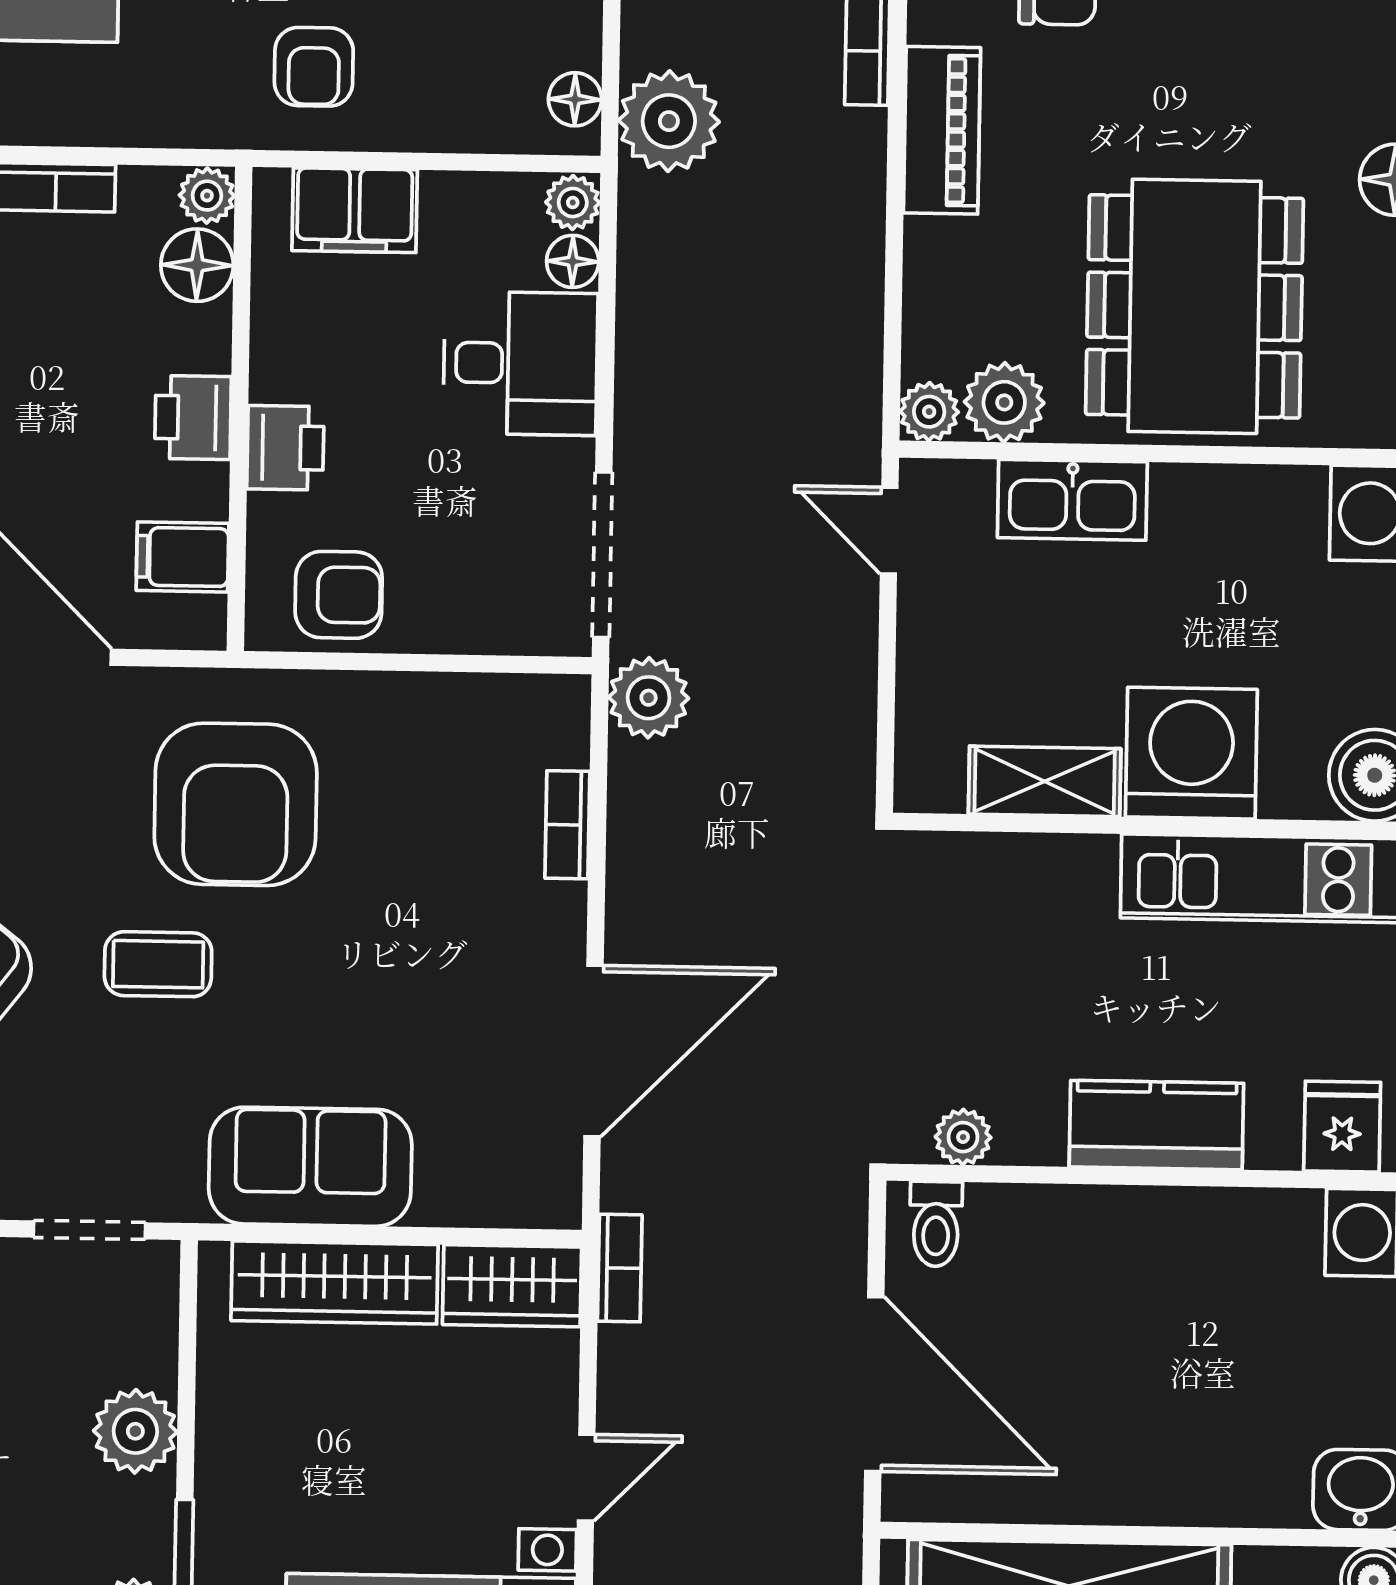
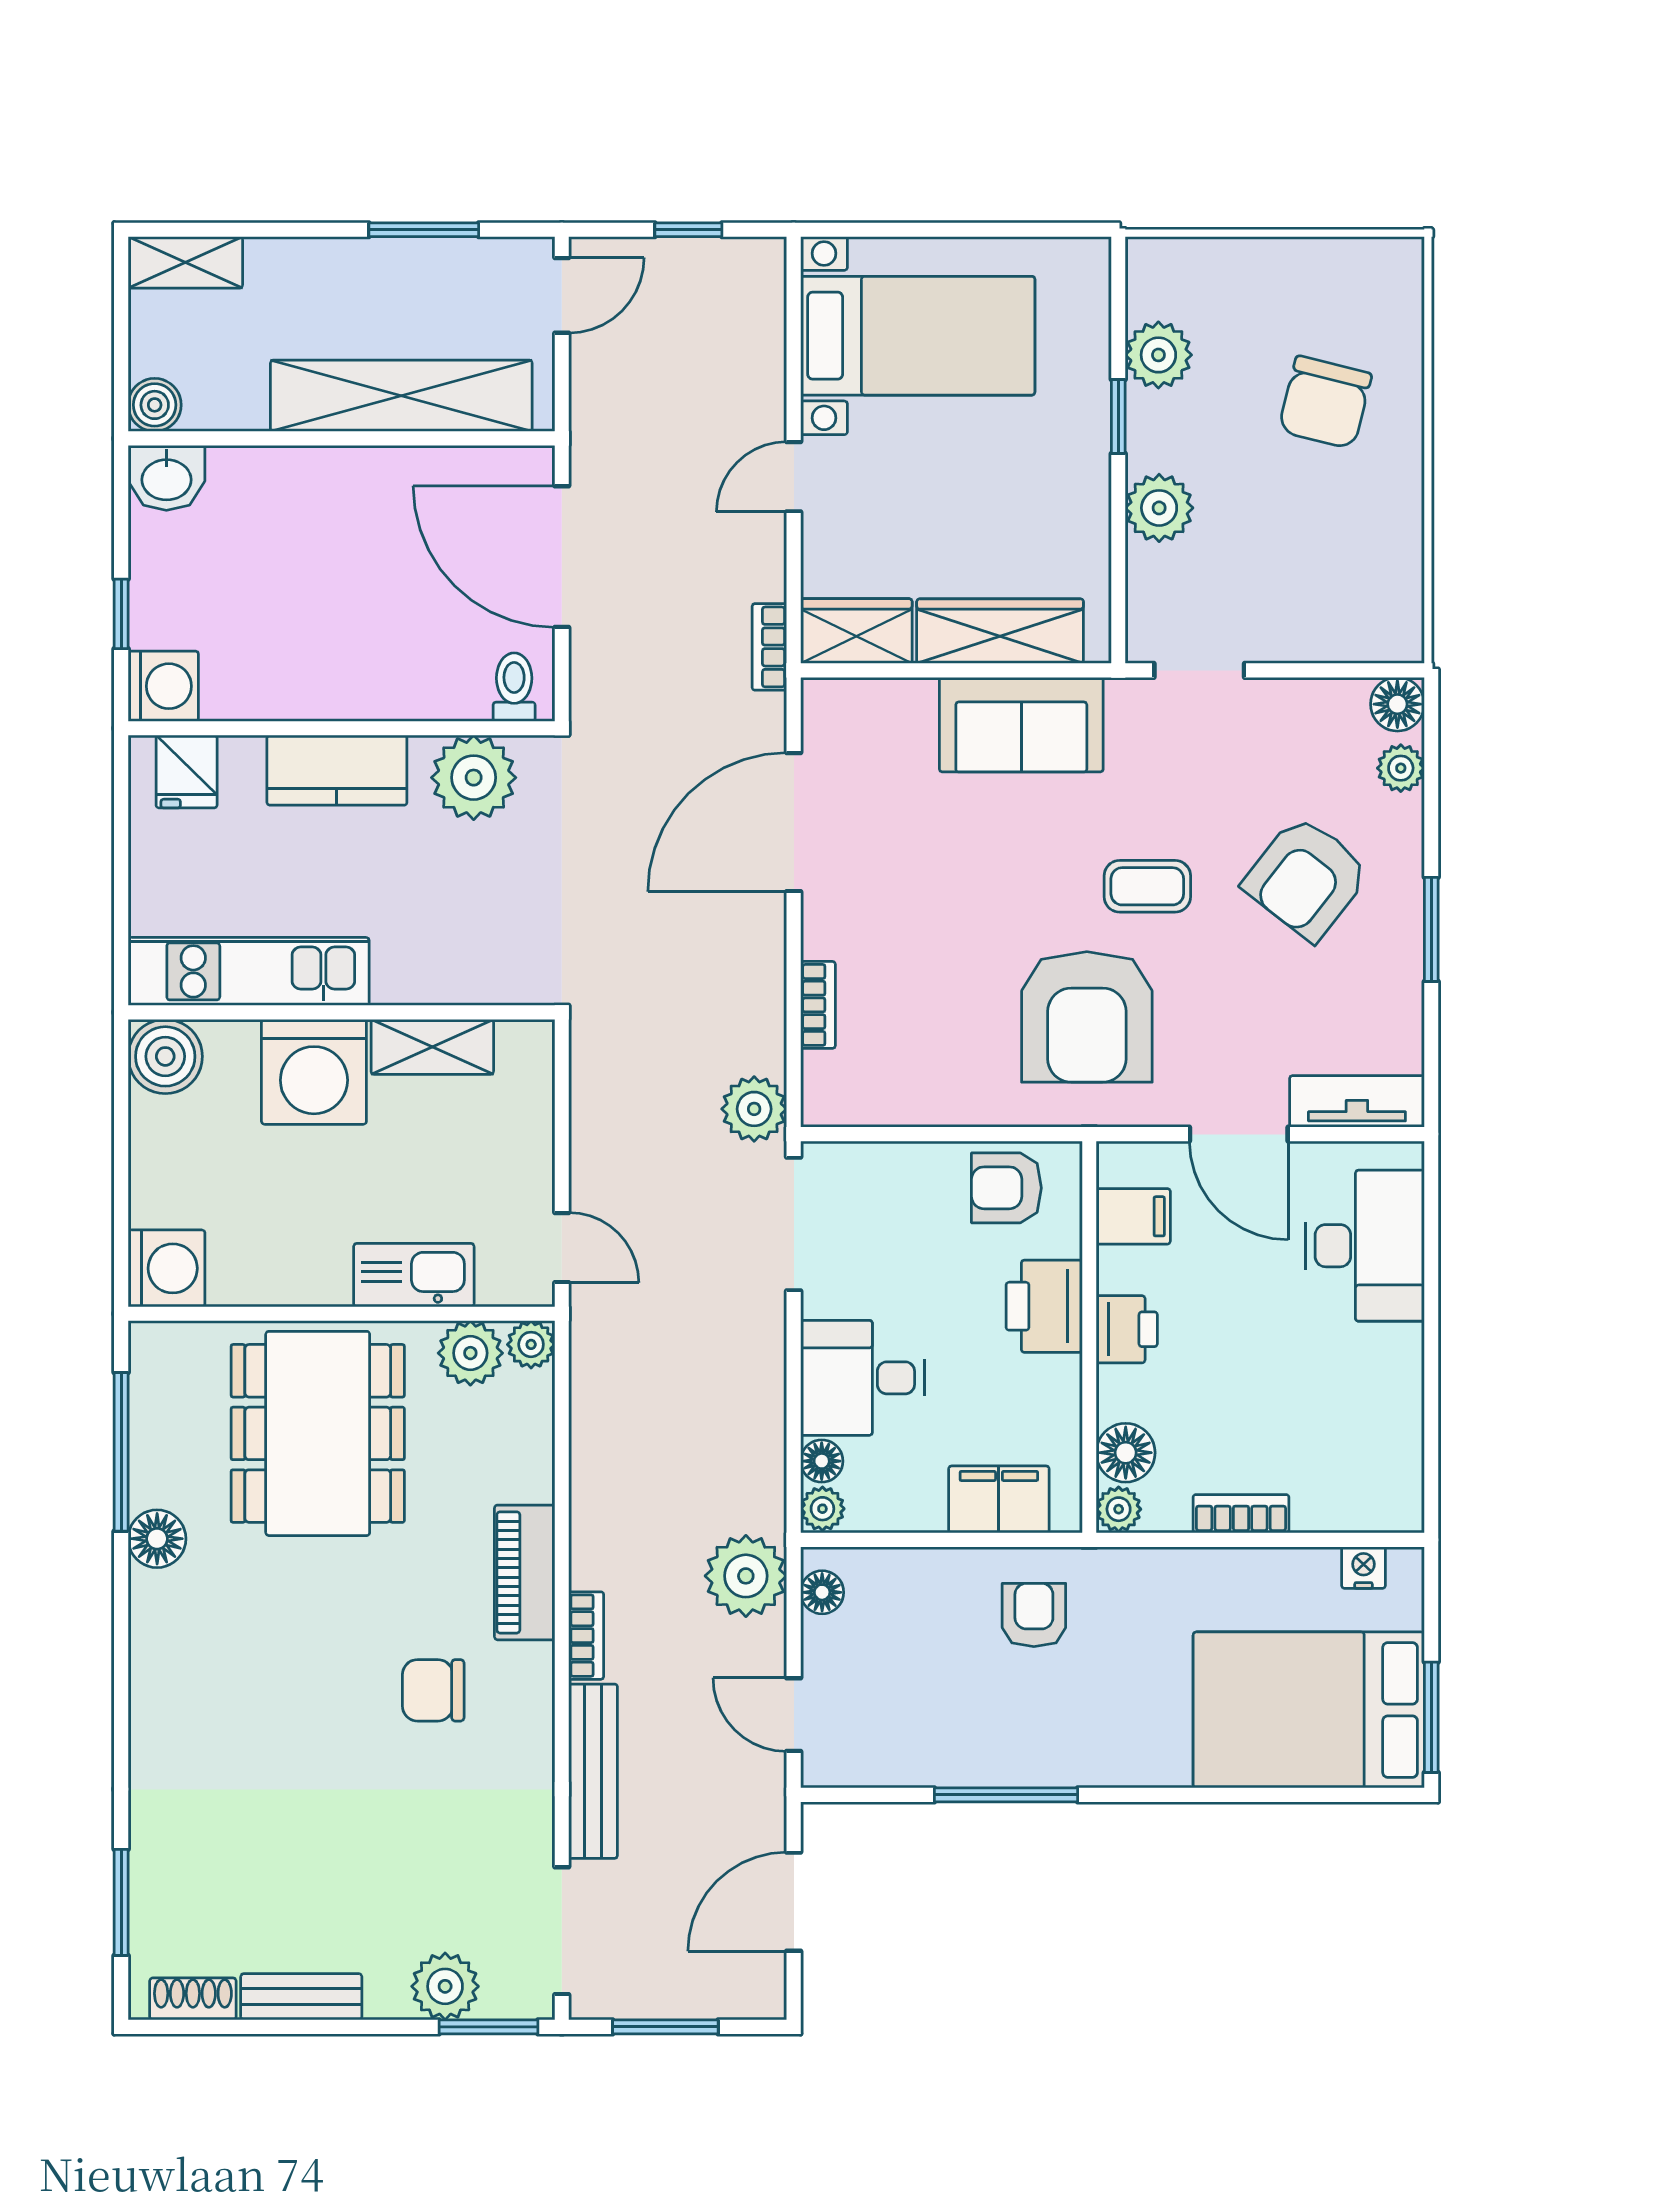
printer: (285, 448) -> (1044, 1306), width x1.36, depth x1.24
armchair: (236, 804) -> (1087, 1017), turned 180
plant: (963, 1137) -> (474, 778), width x1.88, depth x1.88

